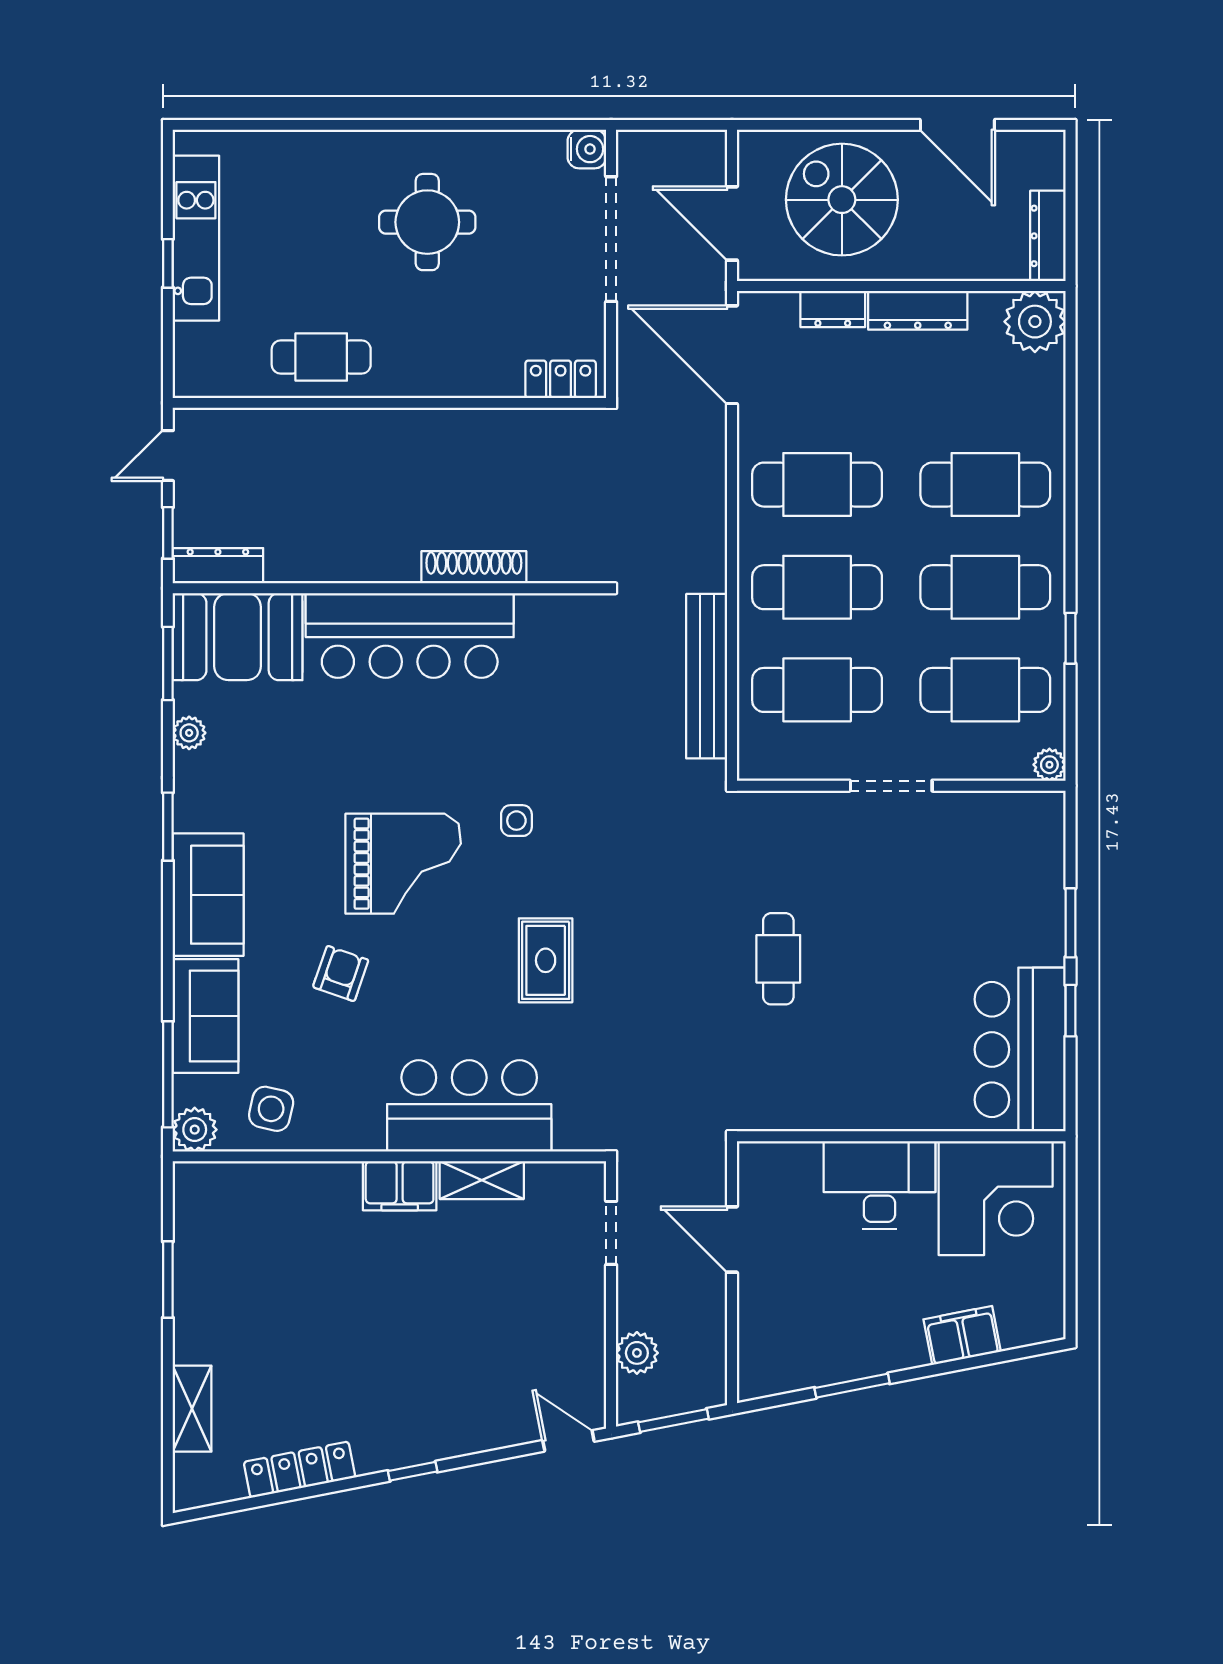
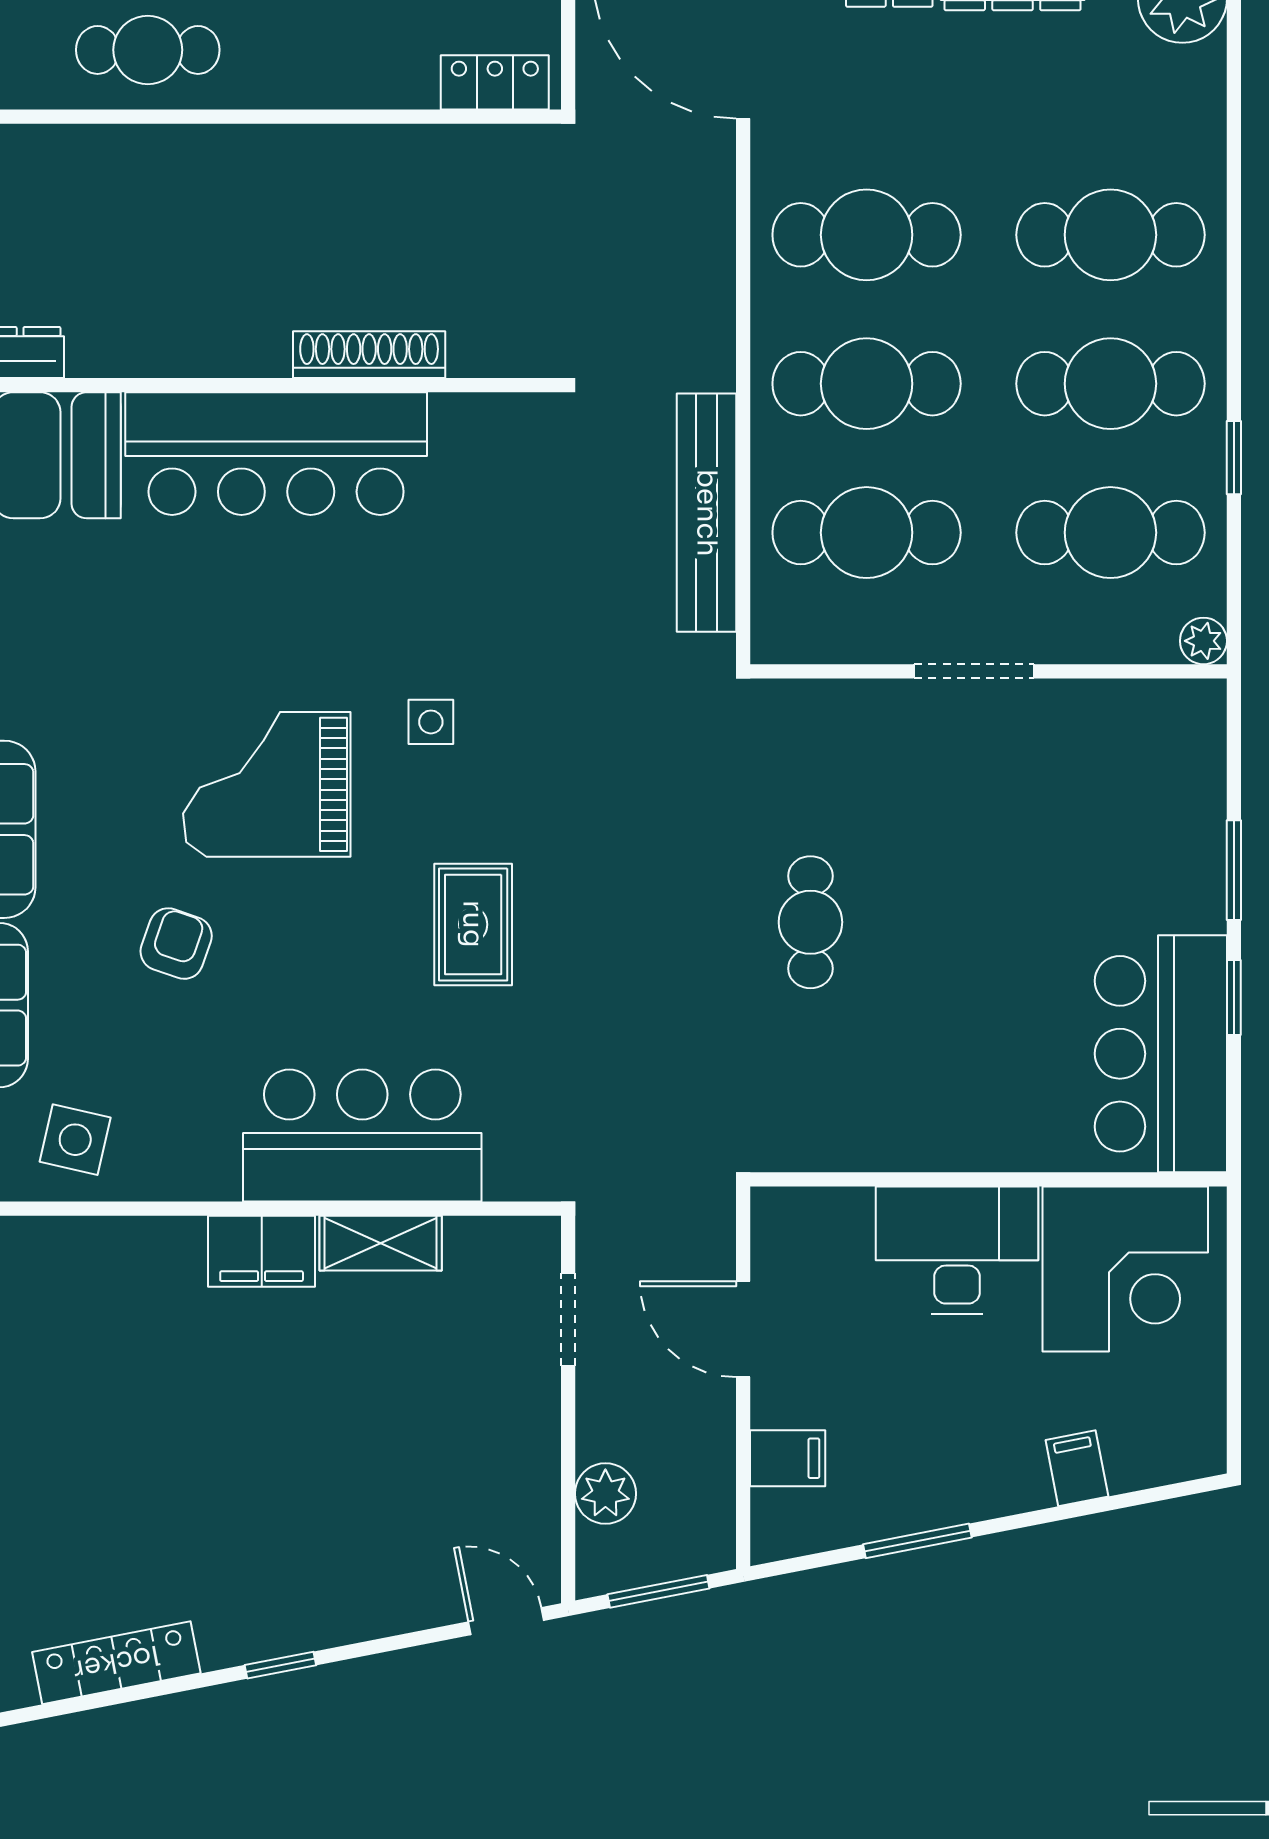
grand piano: (403, 864) -> (267, 784), turned 180
filing cabinet: (763, 1329) -> (788, 1458), added
filing cabinet: (962, 1335) -> (1077, 1468), width x0.50

